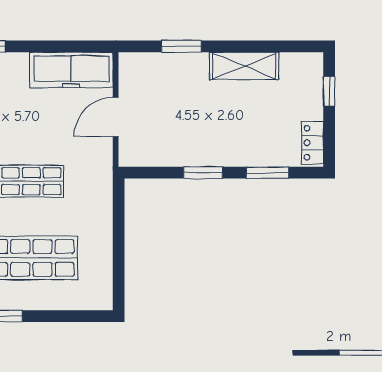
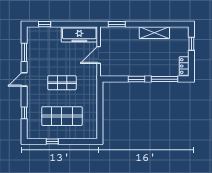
window: (181, 46) -> (117, 24), moved
window: (268, 173) -> (165, 79), width x1.44

